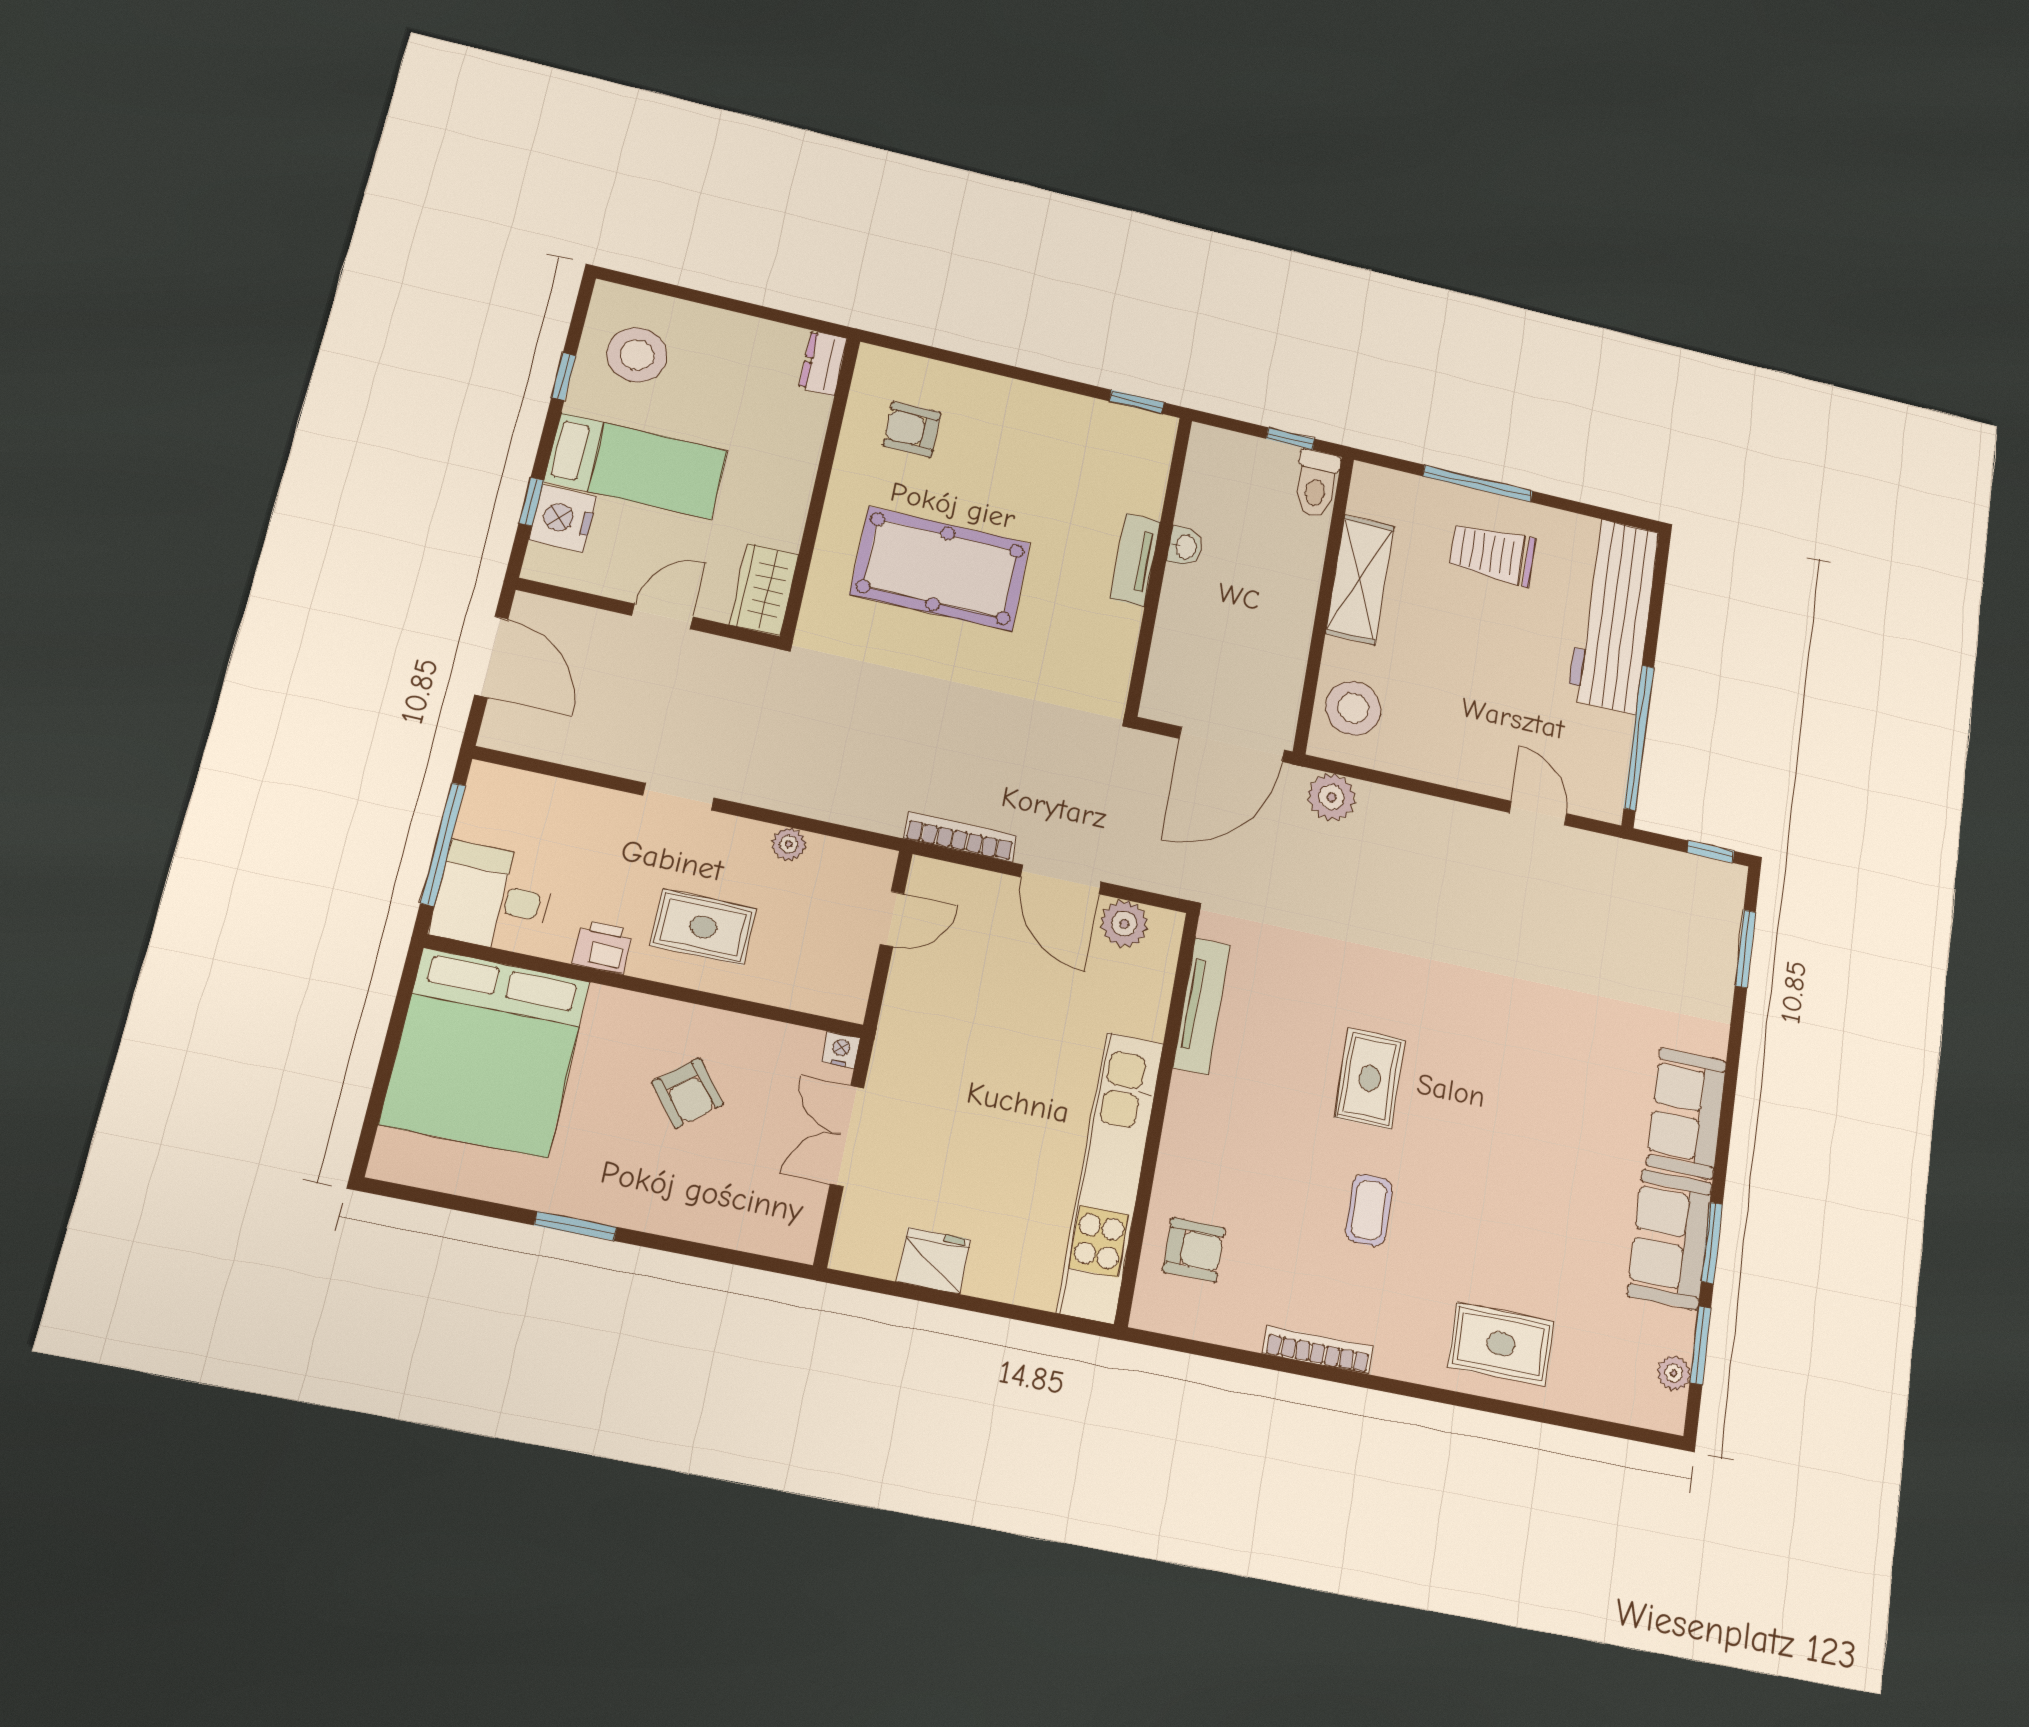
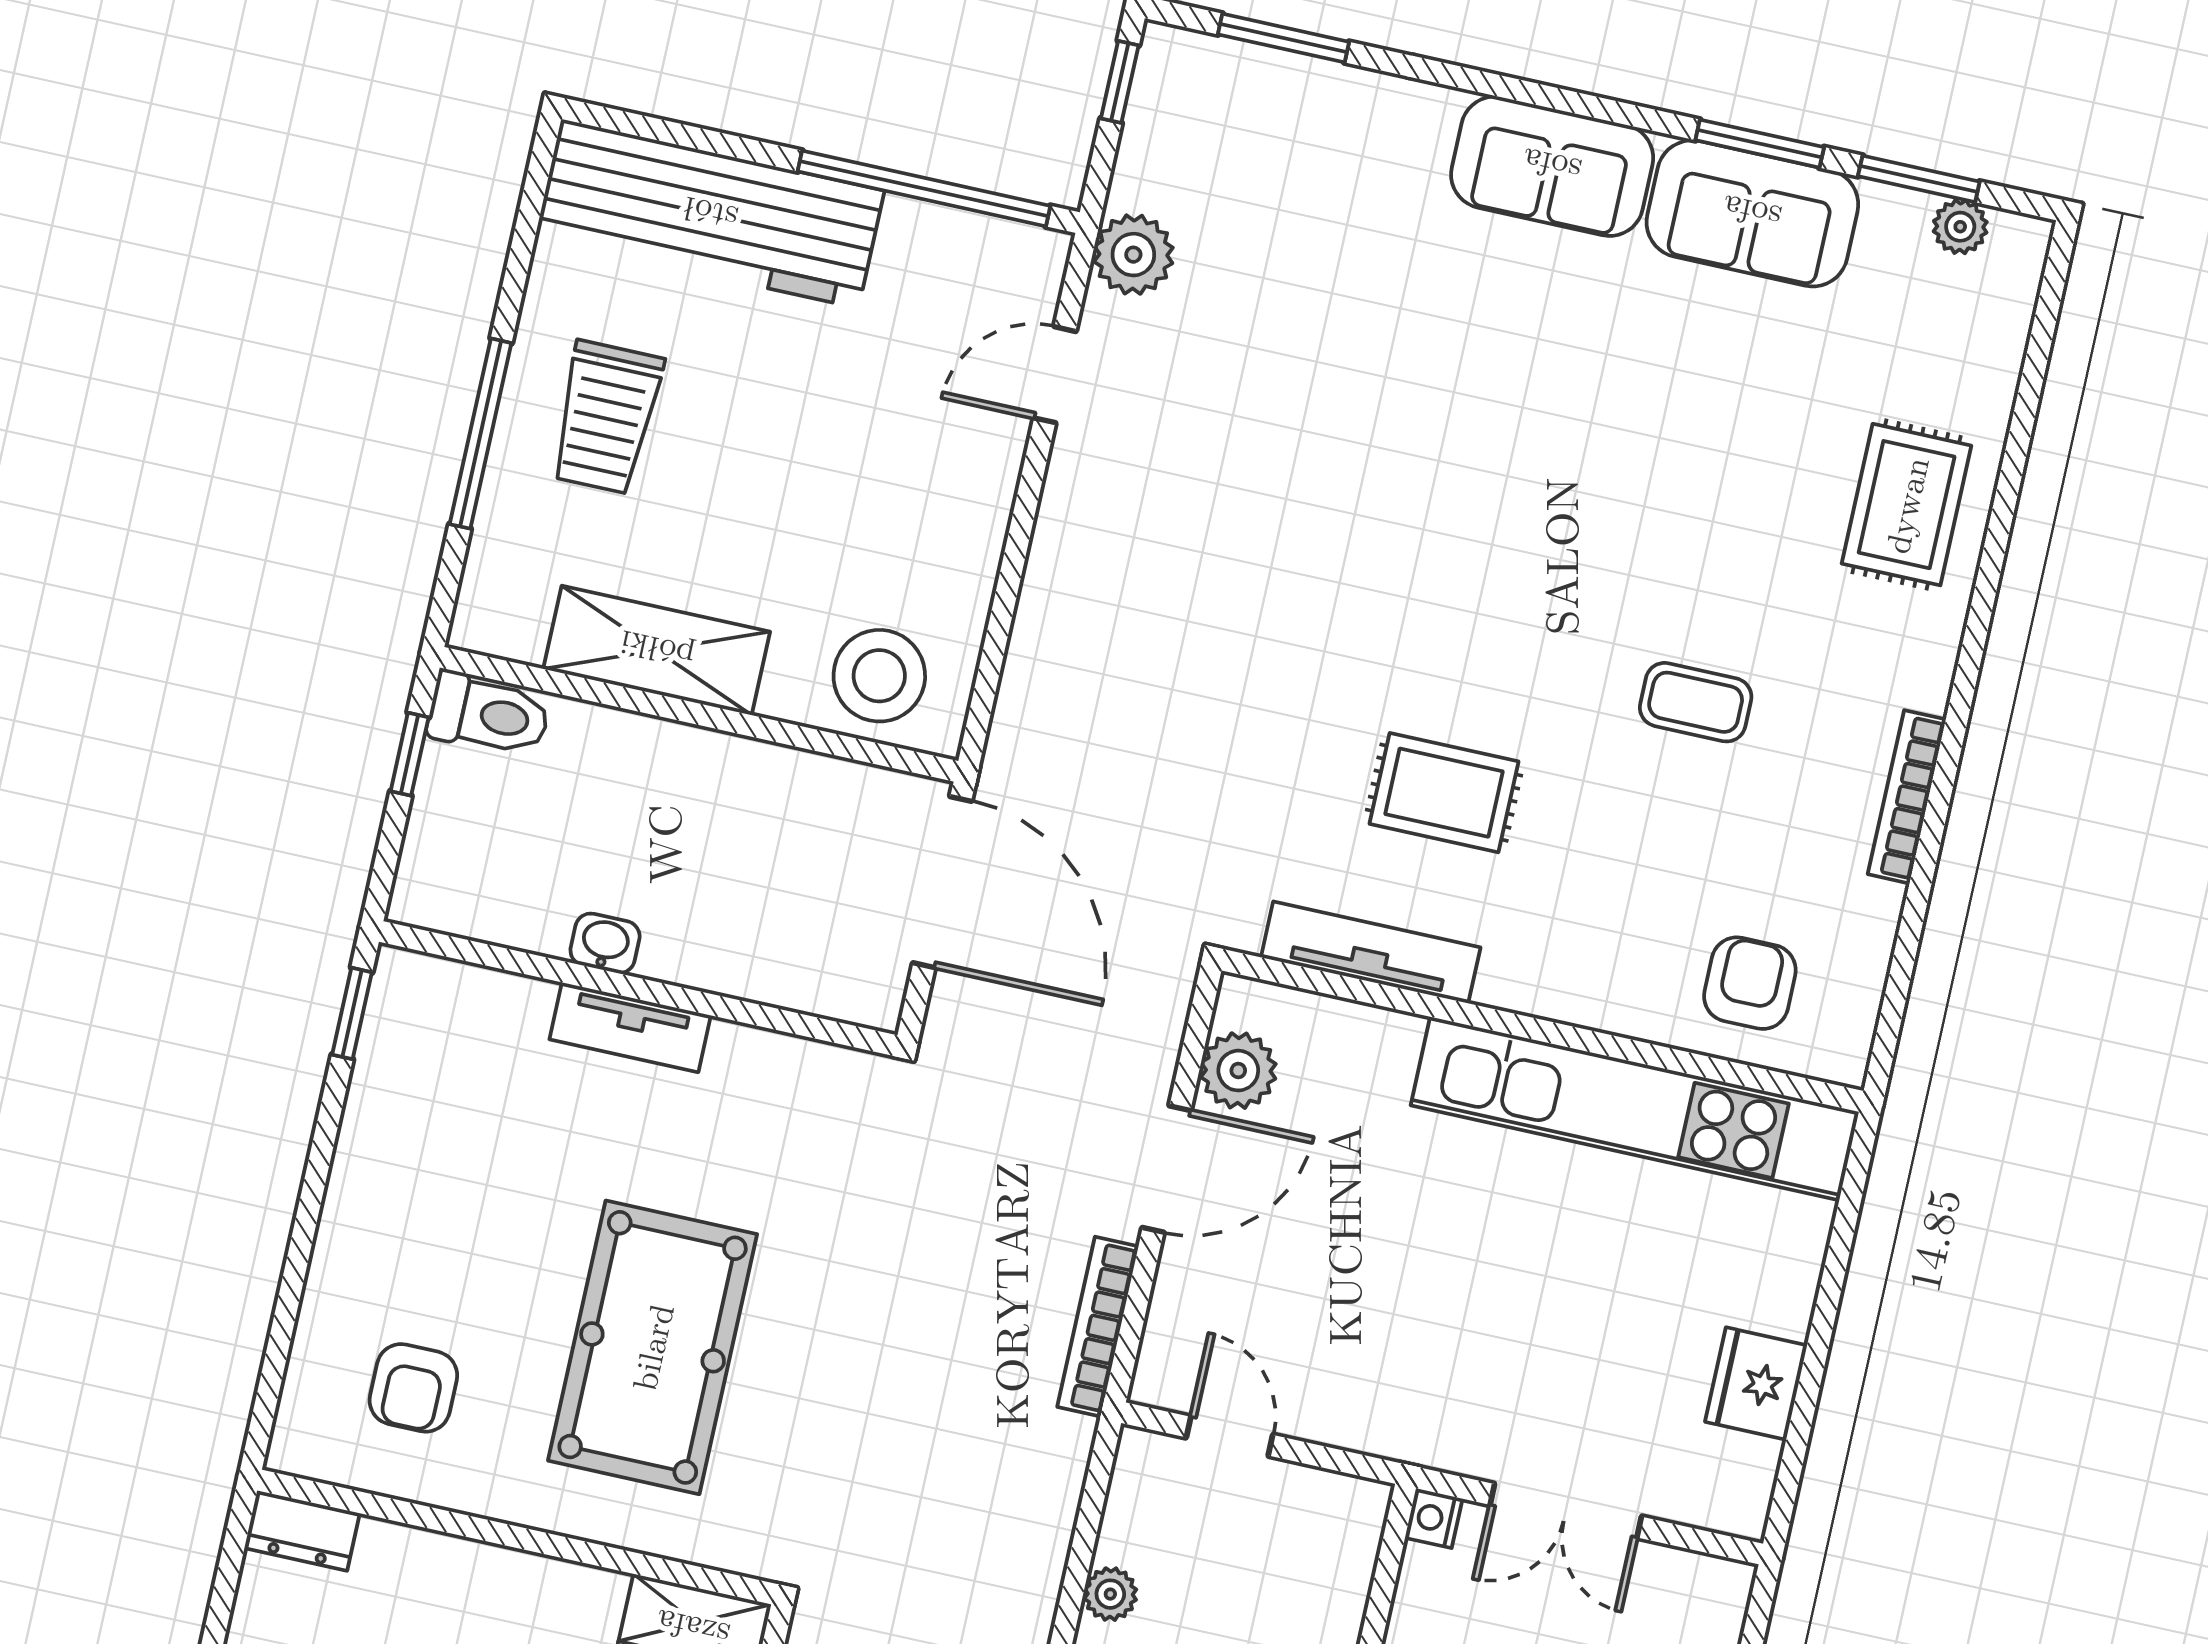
plant: (1332, 797) -> (1133, 255), moved
rug: (1370, 1078) -> (1444, 793), moved

